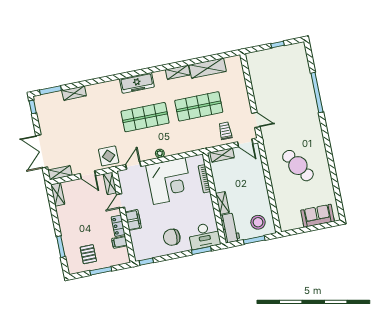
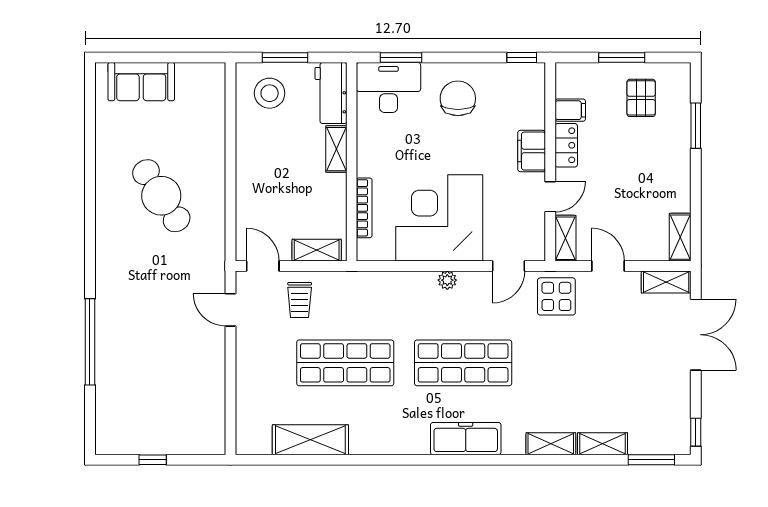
shelving: (178, 72) -> (551, 444), moved
chair: (172, 237) -> (458, 98), turned -90

